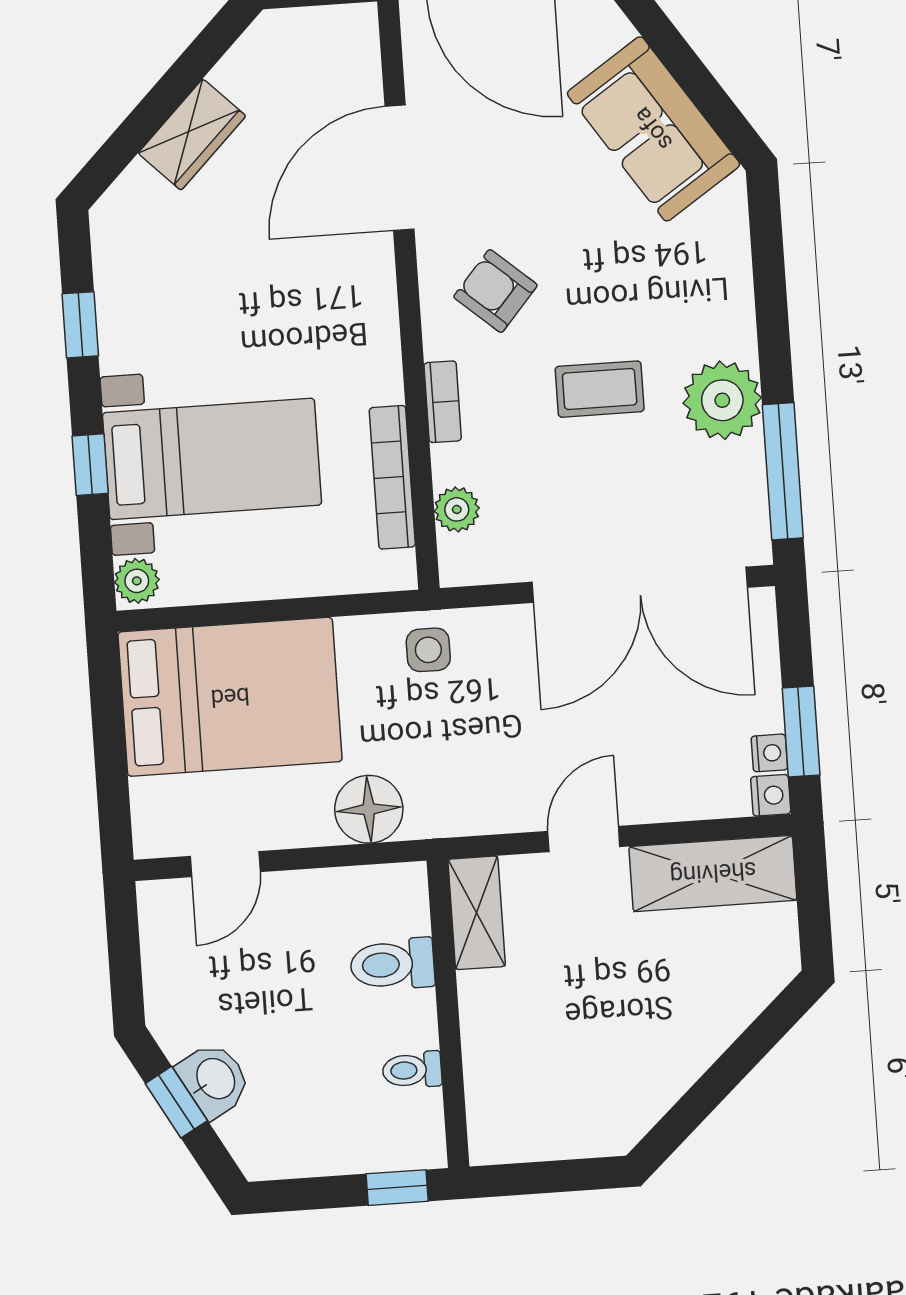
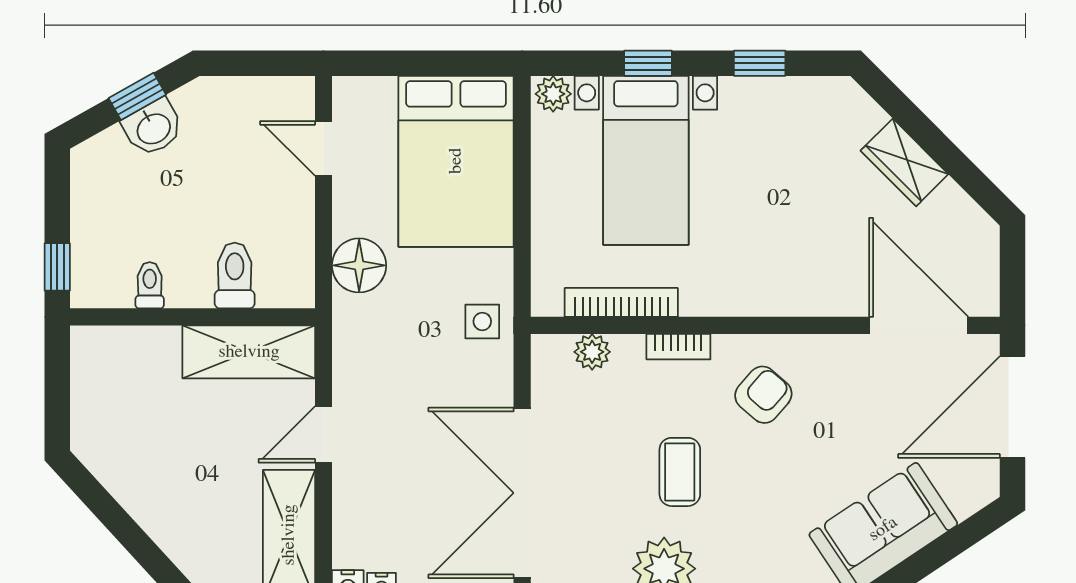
door: (399, 168) -> (919, 325), moved
door: (584, 839) -> (324, 434), swing flipped
shelving: (477, 913) -> (249, 352), width x1.50, depth x1.33

